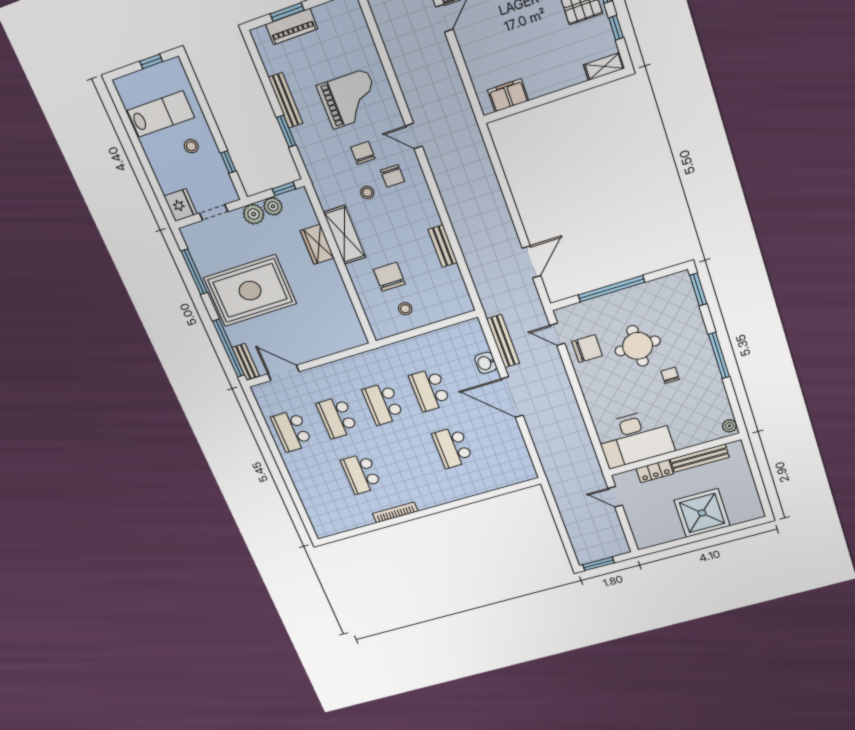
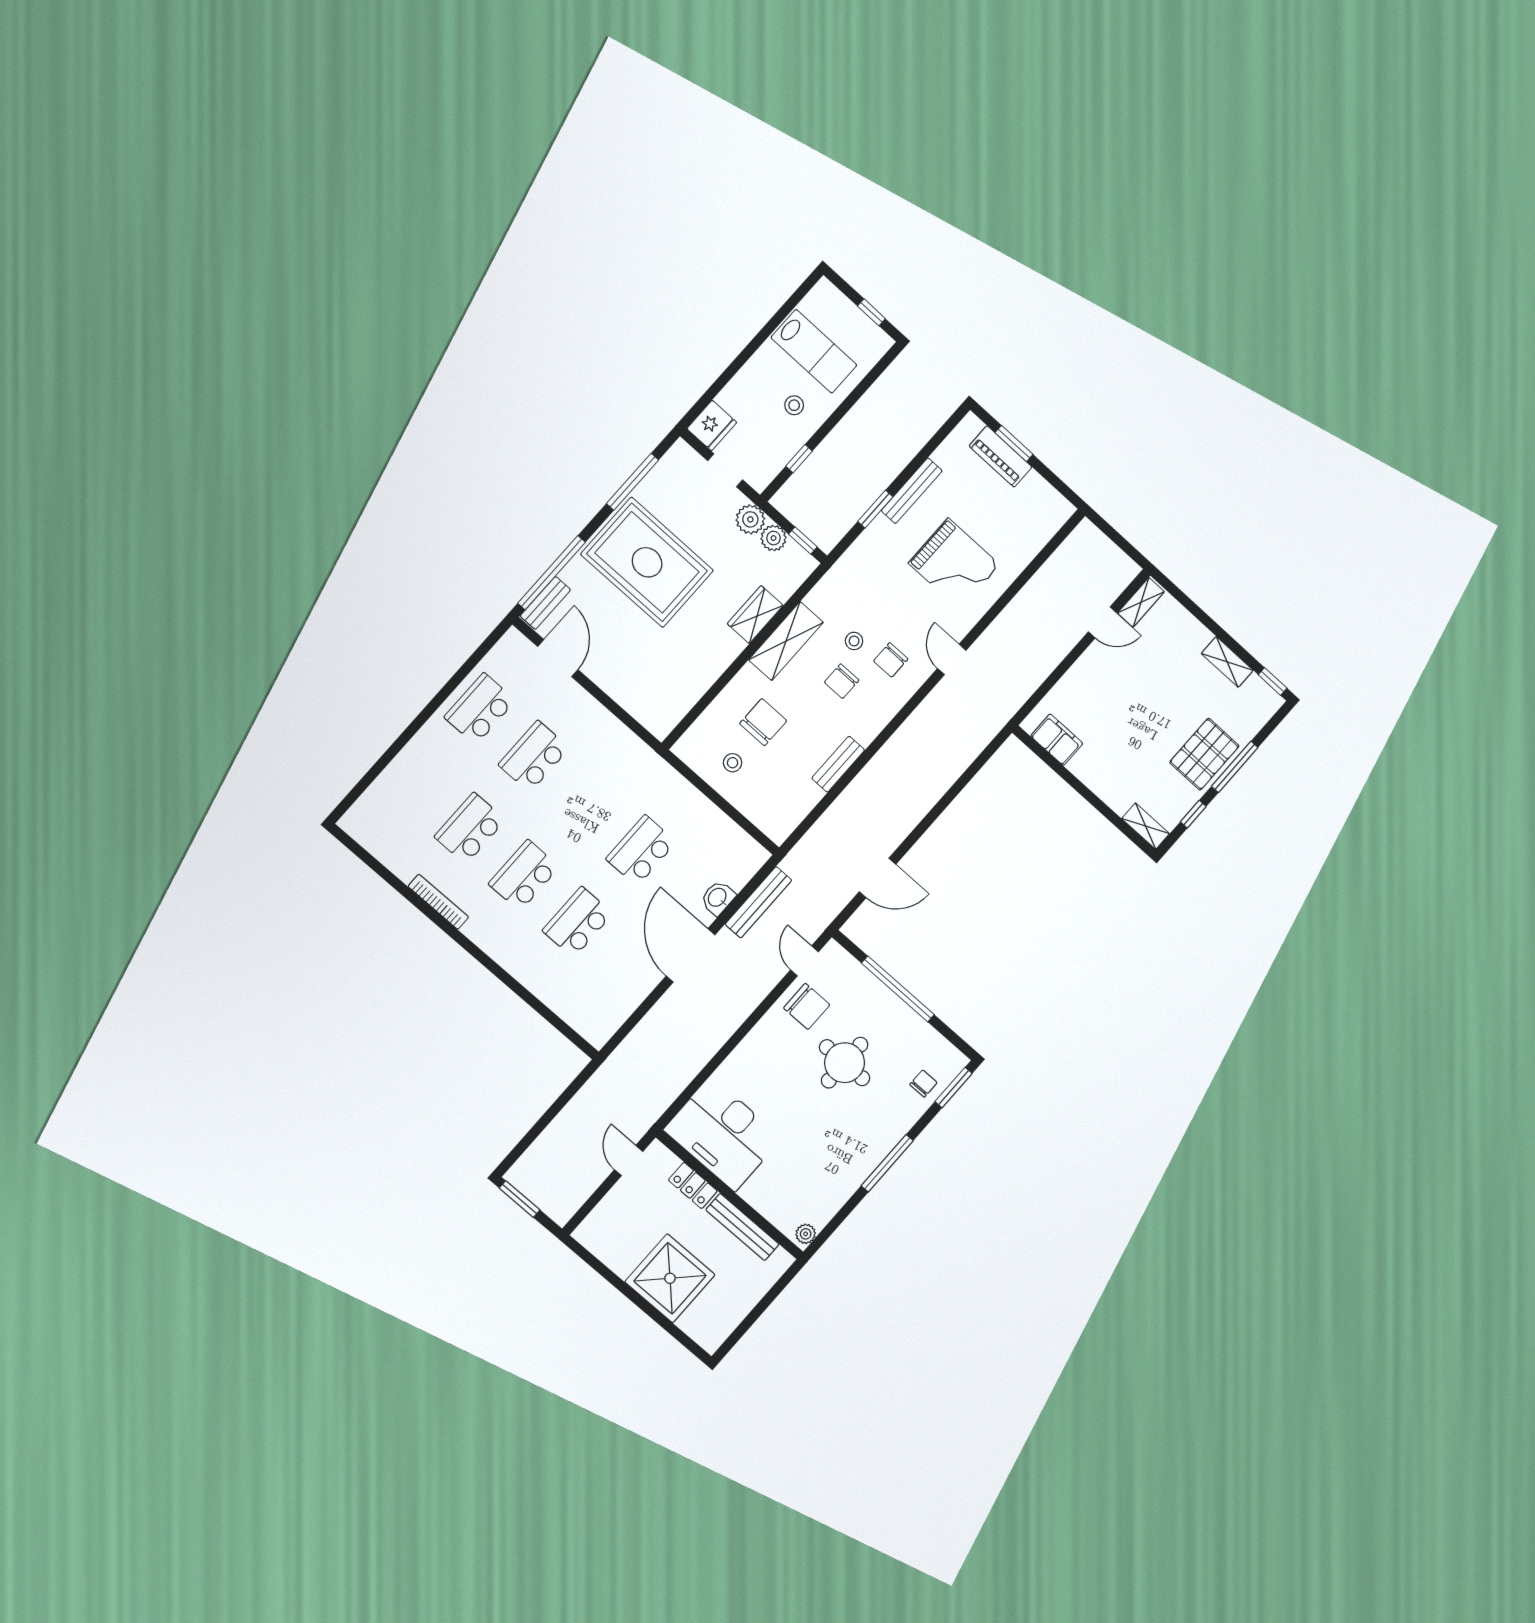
chair: (363, 153) -> (842, 681), moved, turned 180
chair: (670, 375) -> (923, 1084), moved
school desk: (383, 404) -> (524, 875), moved

